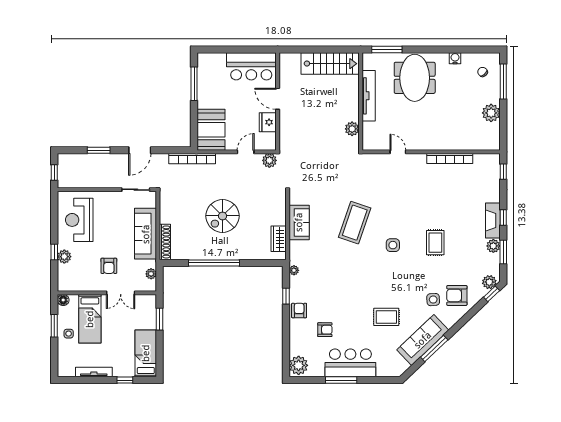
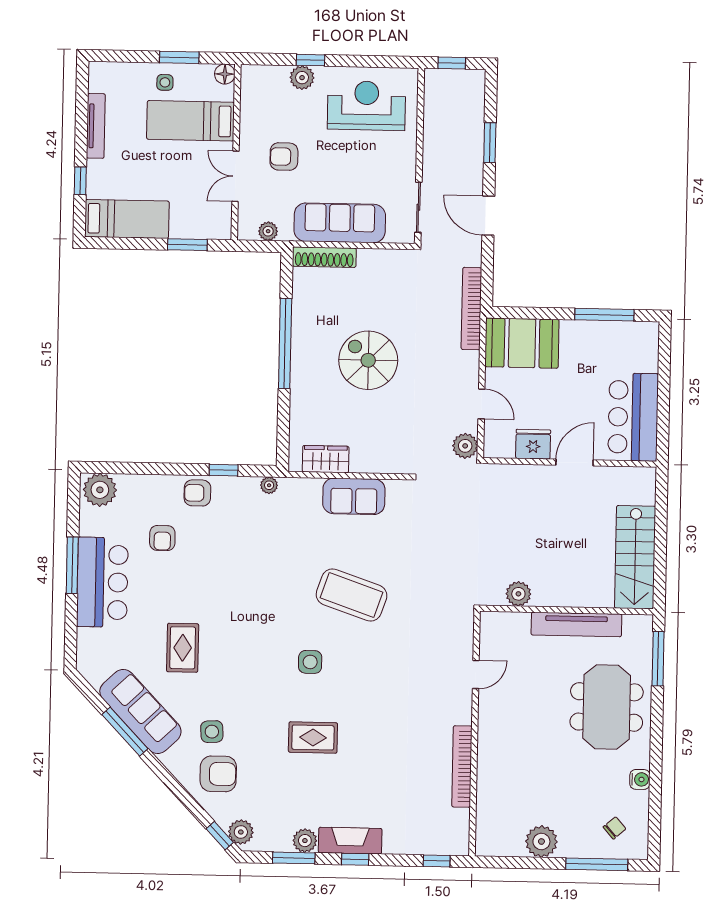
meeting table: (415, 78) -> (607, 707), turned 90
armchair: (457, 295) -> (218, 774), turned 90
armchair: (299, 310) -> (197, 493), turned 180

